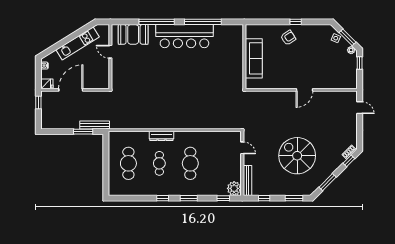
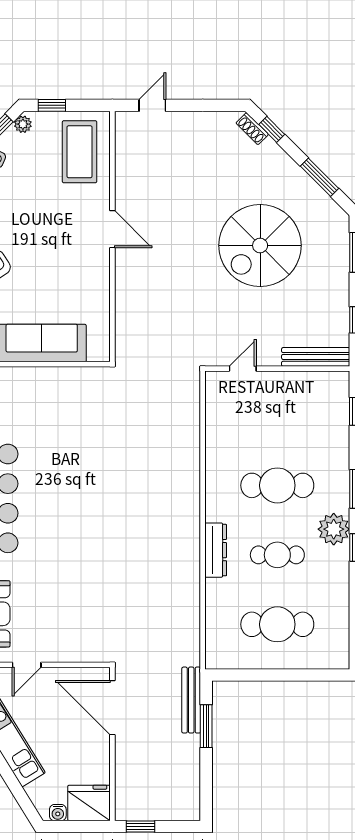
coffee table: (339, 75) -> (80, 152), added
fridge: (47, 84) -> (89, 803), width x1.88, depth x1.34
door: (71, 90) -> (112, 708), moved
plant: (234, 188) -> (334, 529), moved

